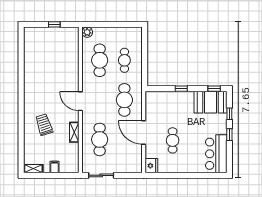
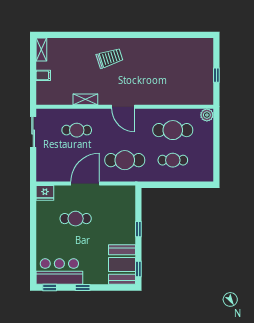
door: (80, 101) -> (123, 107), swing flipped
window: (229, 114) -> (50, 287), moved
trolley: (44, 125) -> (110, 58), moved
cafe table: (100, 139) -> (77, 130), width x0.73, depth x0.74

